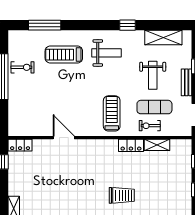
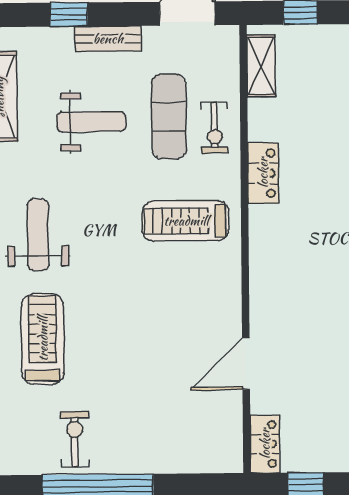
treadmill: (64, 55) -> (43, 339), turned 180
door: (64, 138) -> (246, 364), moved
shelving: (157, 145) -> (261, 66), moved

